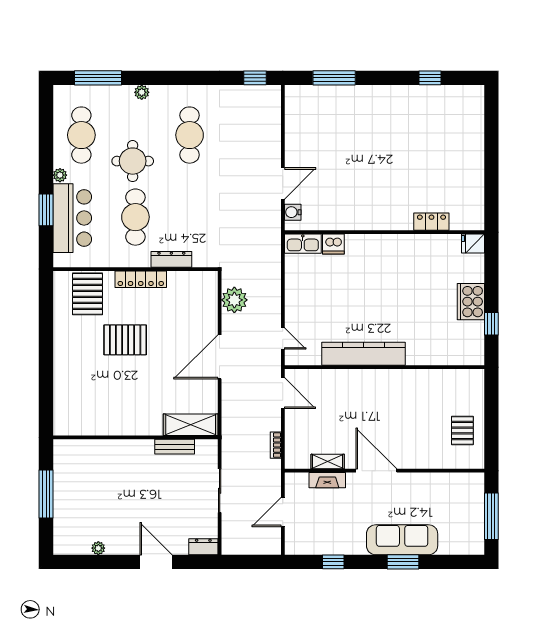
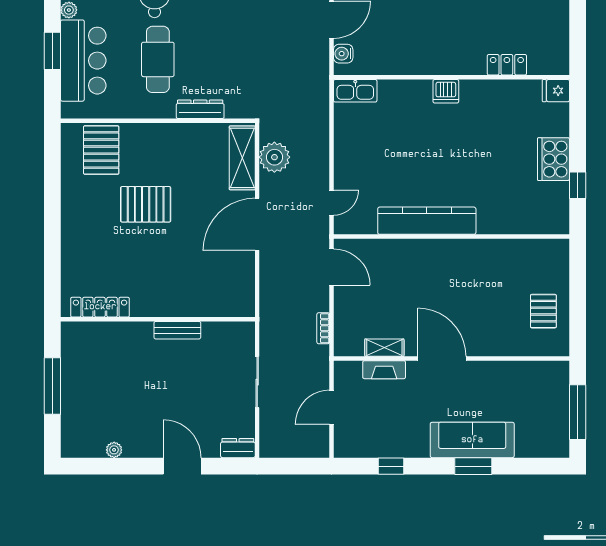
dishwasher: (333, 244) -> (446, 91), moved
locker: (141, 279) -> (100, 307), moved, turned 180
door: (283, 338) -> (332, 203), hinge flipped
shelving: (191, 425) -> (242, 158), moved, turned 90
bench: (175, 447) -> (177, 330), moved

